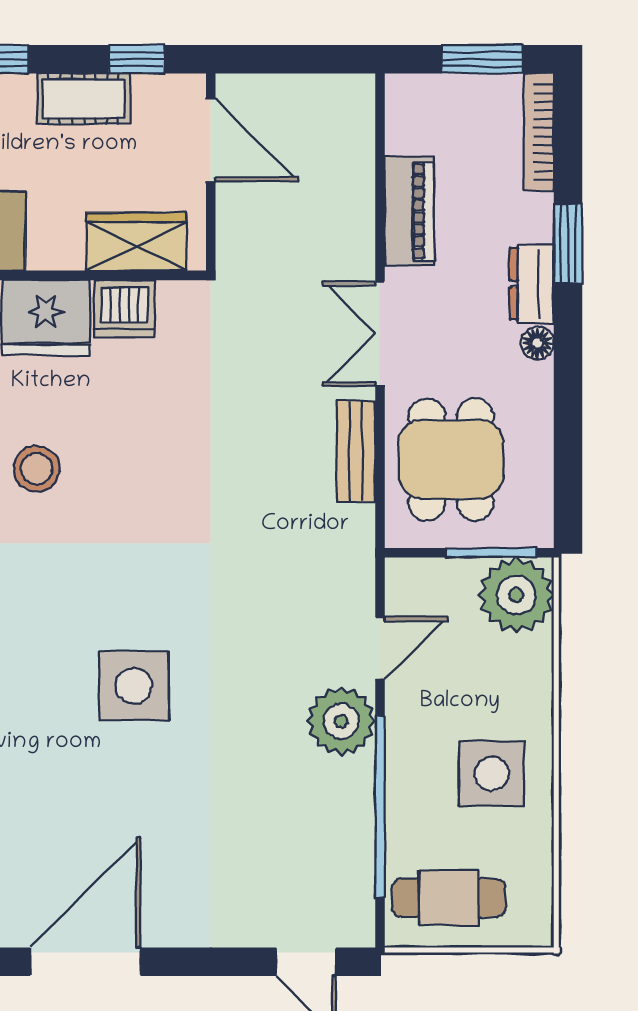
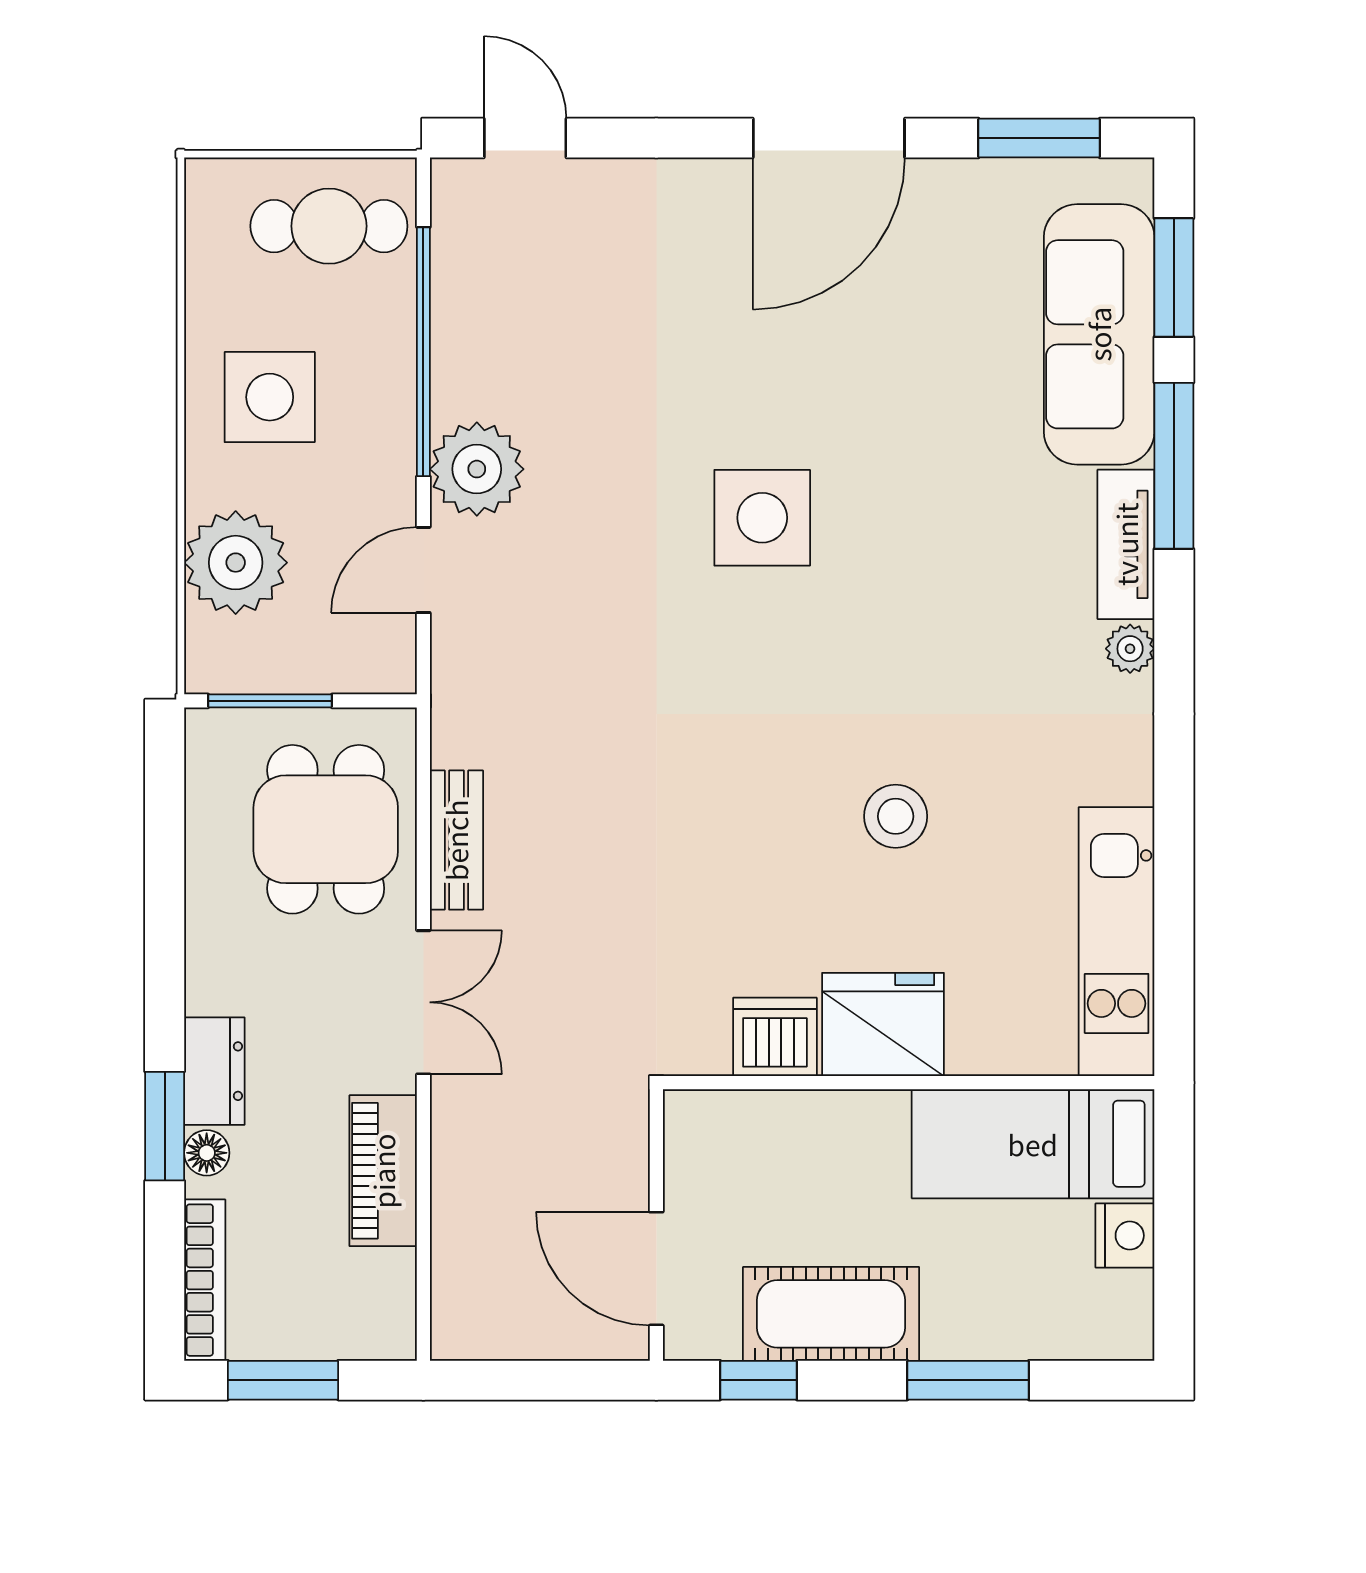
cot: (84, 99) -> (831, 1314), width x1.37, depth x1.34
wardrobe: (137, 242) -> (758, 1129), removed
floor lamp: (537, 343) -> (207, 1153), moved
plant: (516, 595) -> (236, 563), moved

